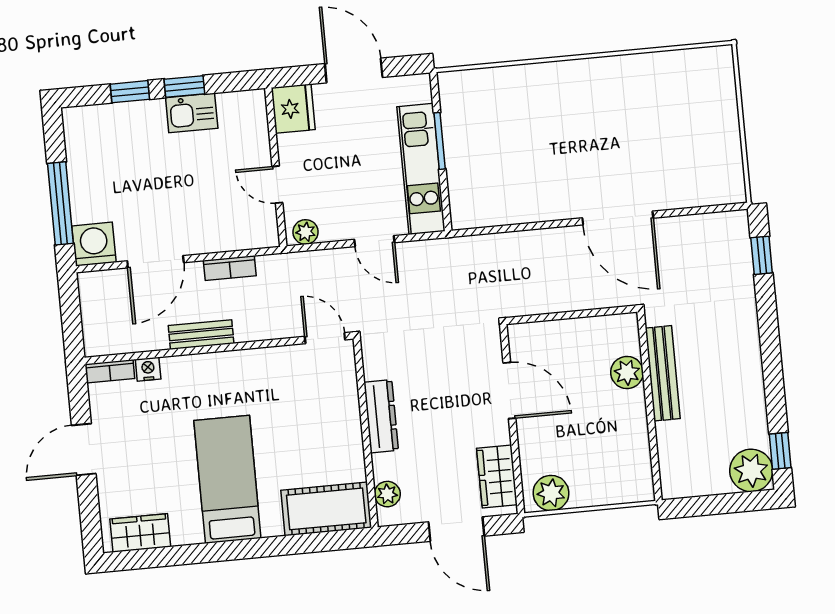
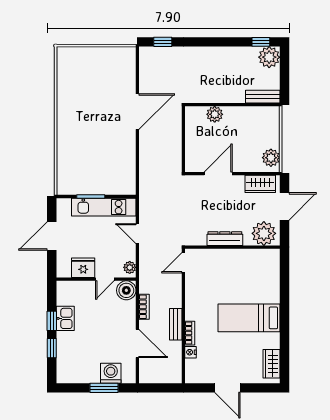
fridge: (293, 109) -> (83, 268), moved
window: (60, 203) -> (104, 388), width x0.69
boiler: (259, 230) -> (126, 290), added
door: (374, 241) -> (137, 234), swing flipped
washing machine: (94, 244) -> (111, 373), moved, turned 90
bookcase: (110, 371) -> (190, 333), moved
bench: (663, 373) -> (263, 97), moved, width x0.73
plant: (387, 494) -> (264, 233), width x1.88, depth x1.88
cot: (326, 509) -> (268, 270), removed

